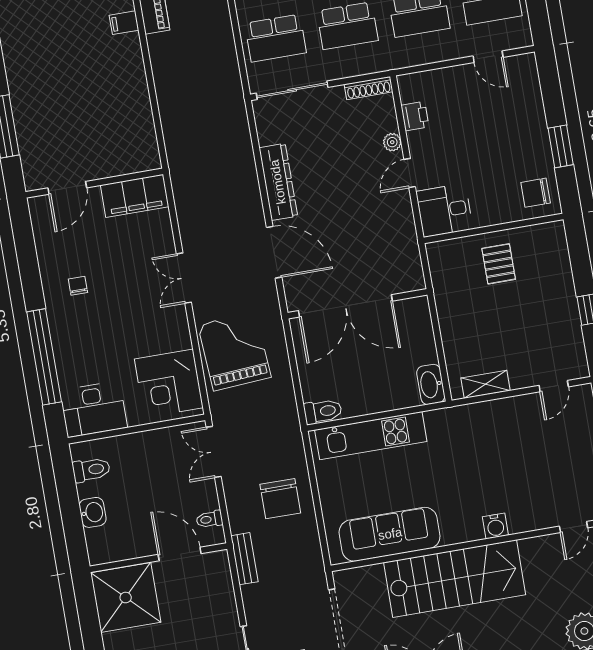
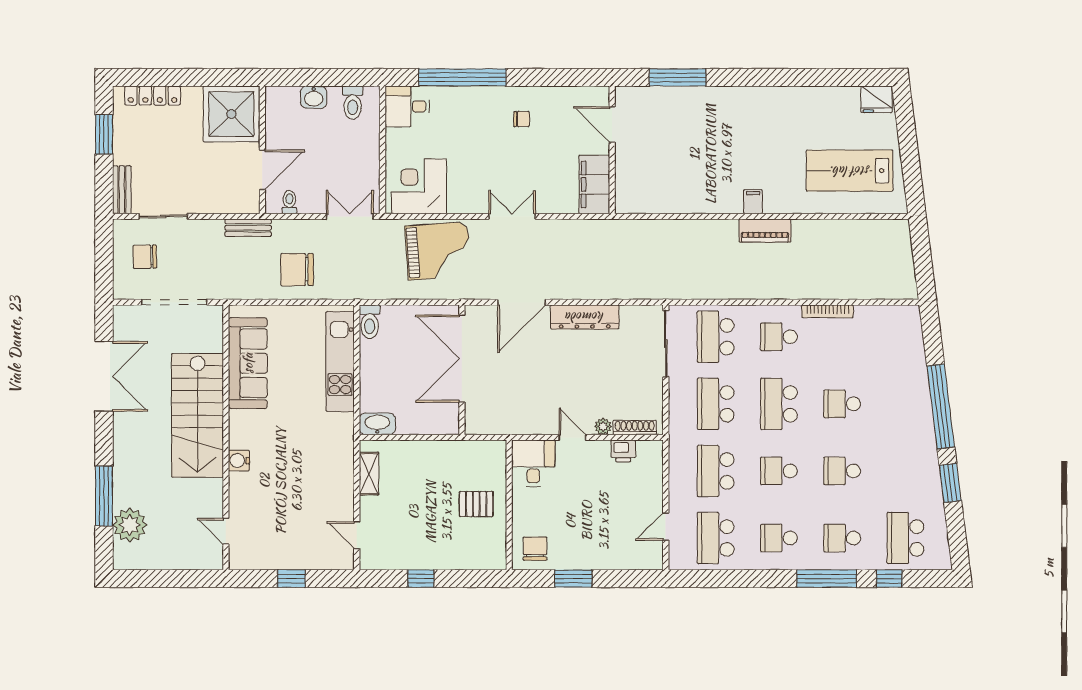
shoe rack: (368, 88) -> (635, 428), moved, turned 90
desk: (93, 409) -> (407, 106), width x0.73

